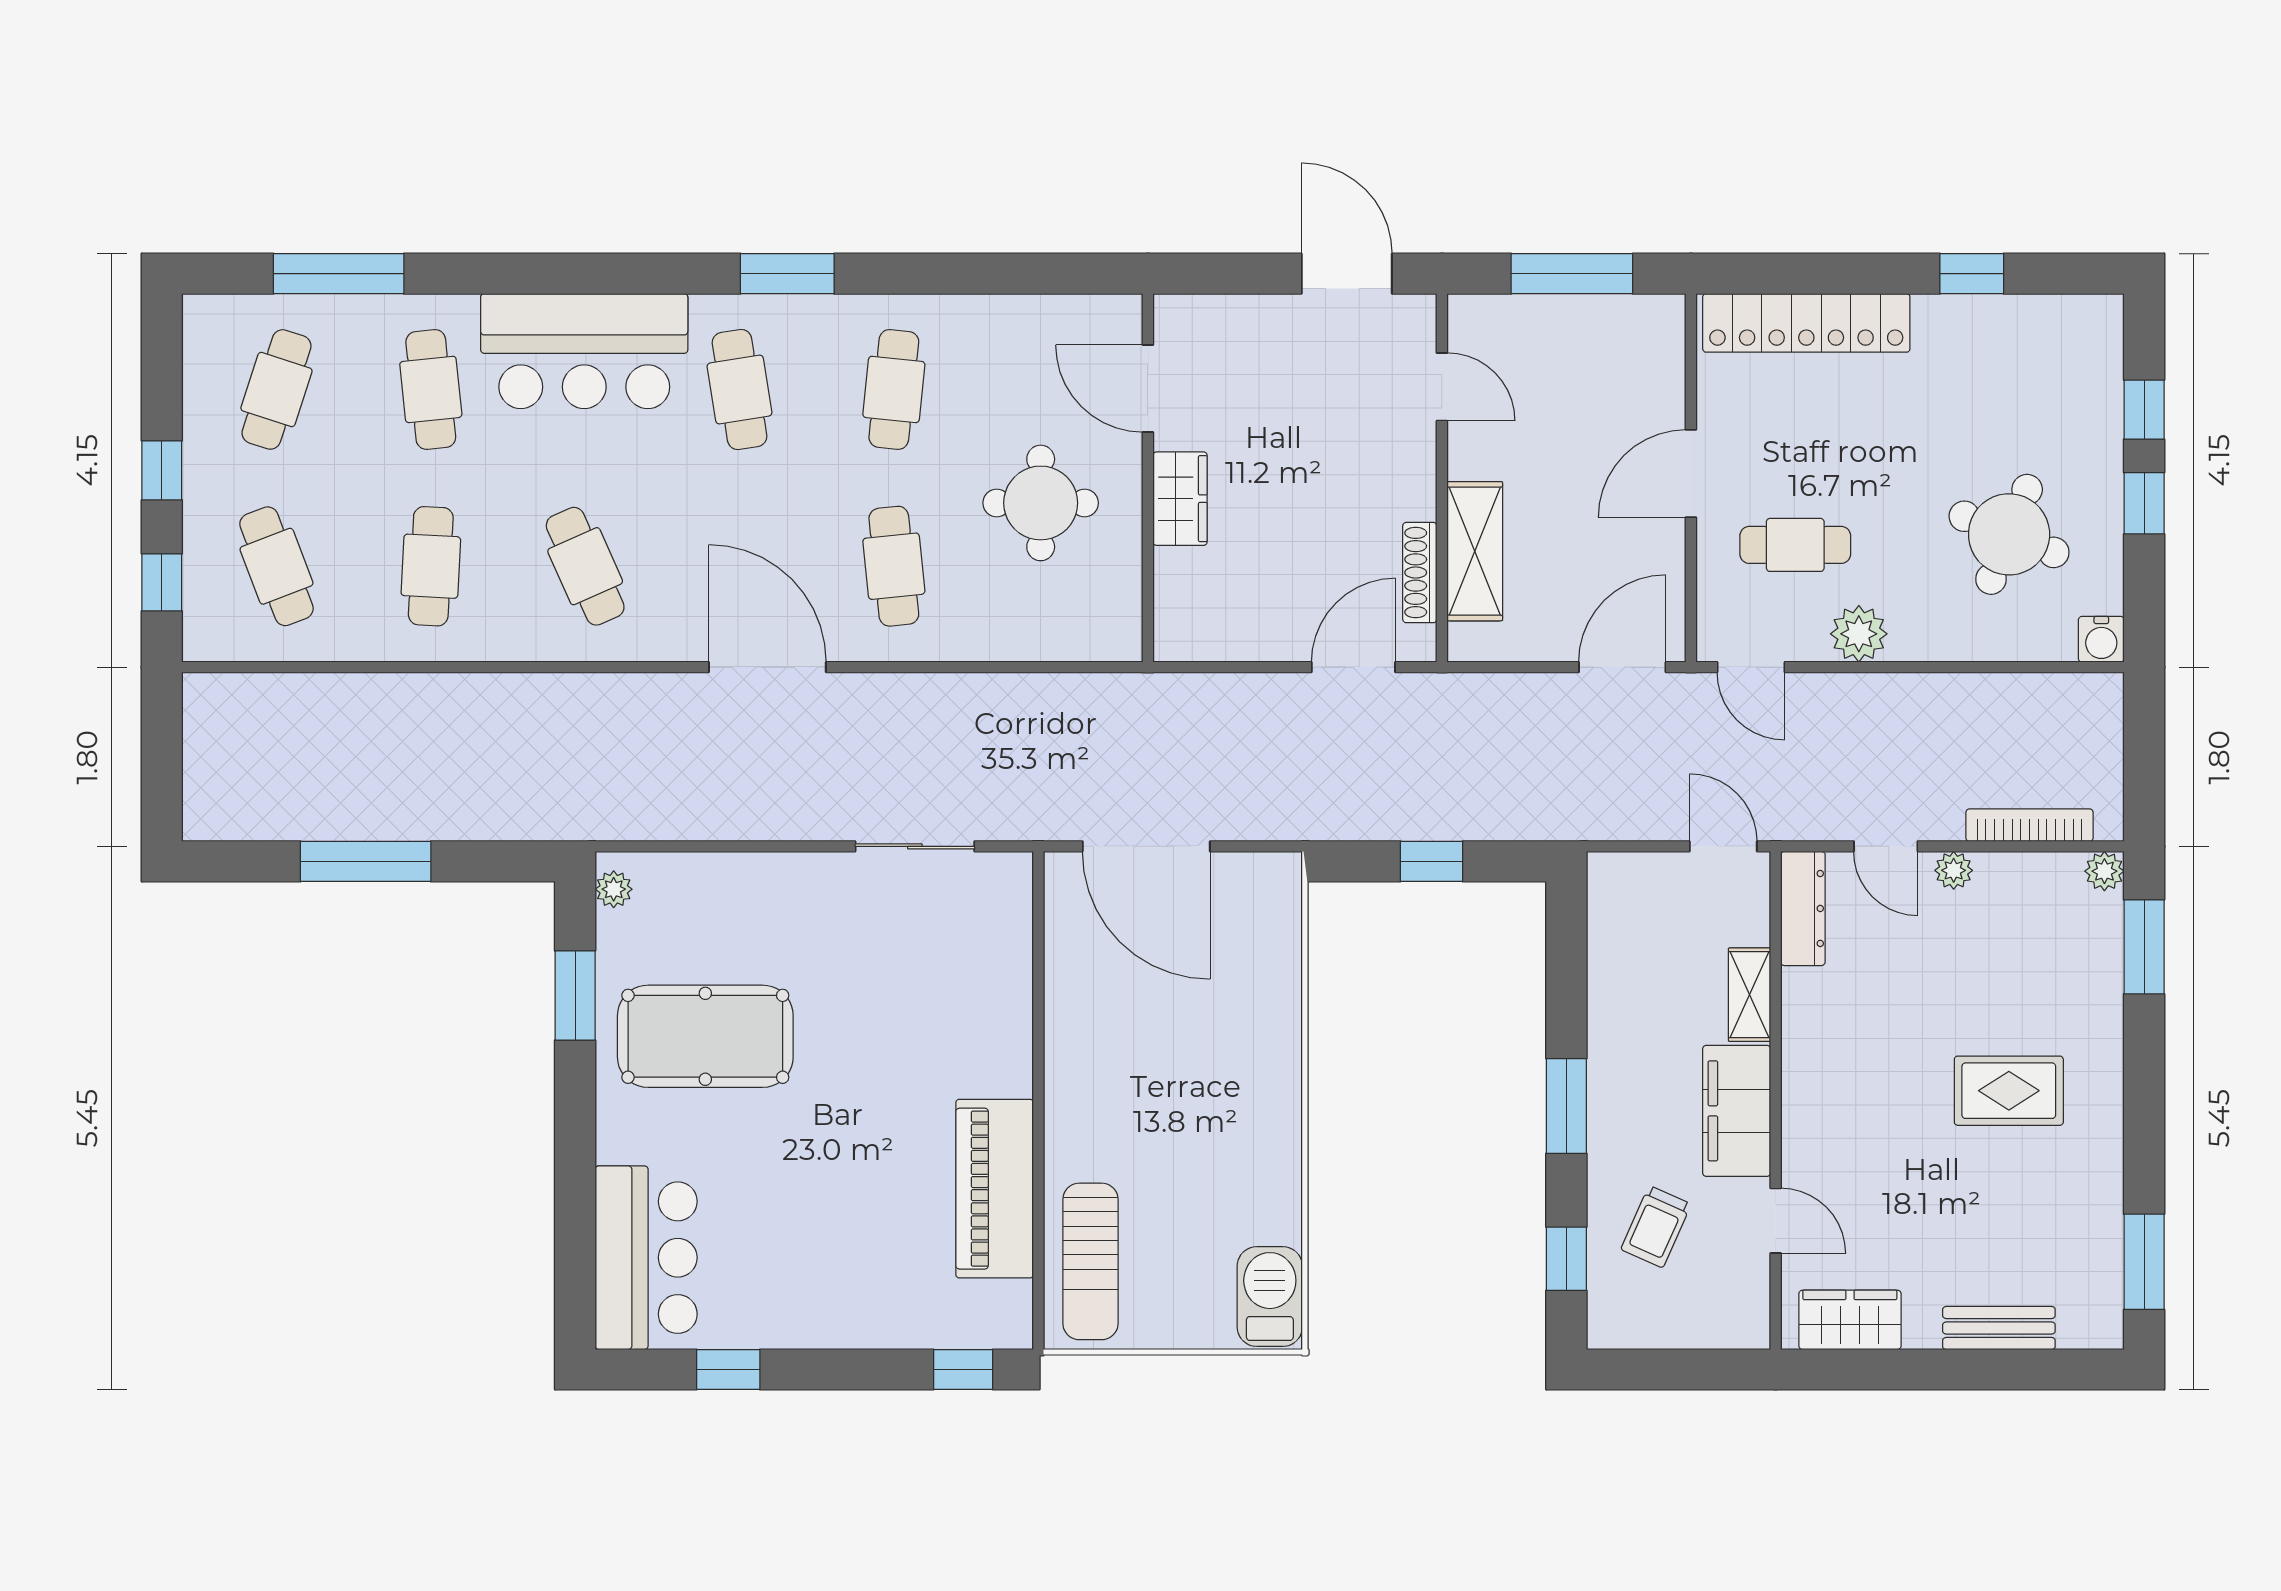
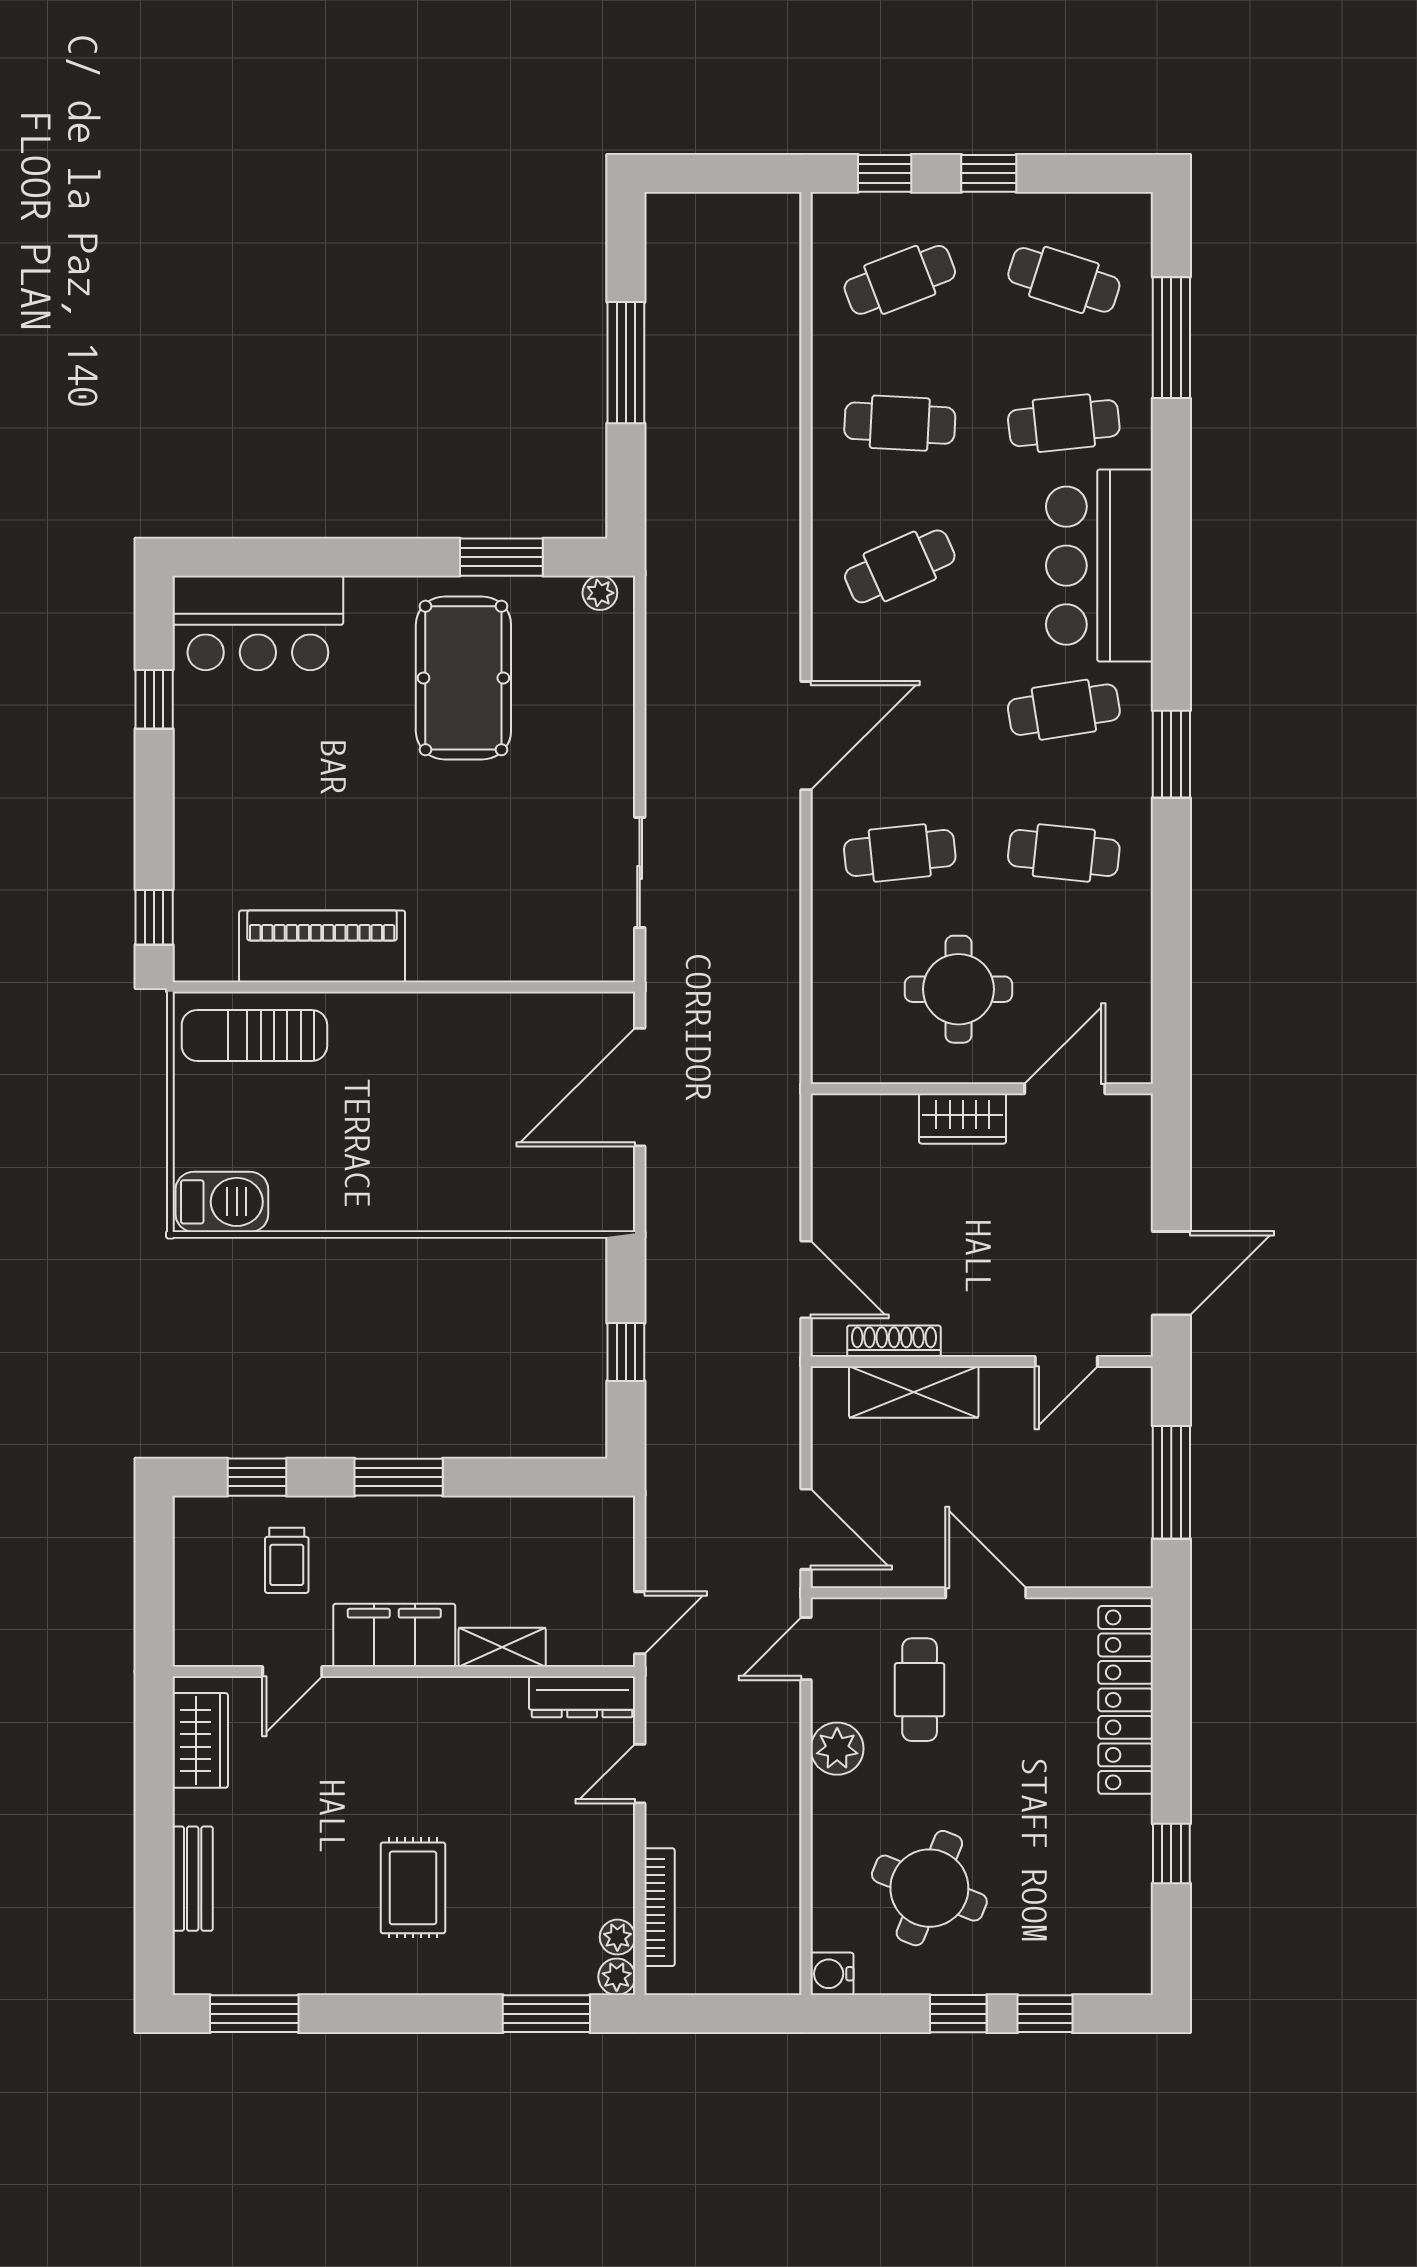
plant: (1954, 870) -> (617, 1937), moved
trolley: (1656, 1227) -> (287, 1560), turned -114

